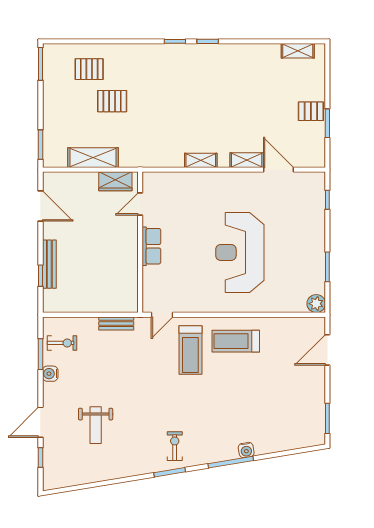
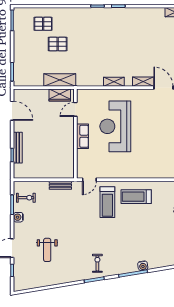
shelving: (93, 158) -> (60, 80), moved
reception desk: (240, 252) -> (115, 126), moved

